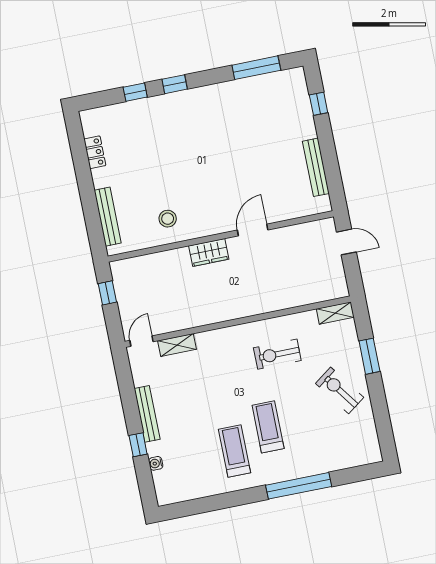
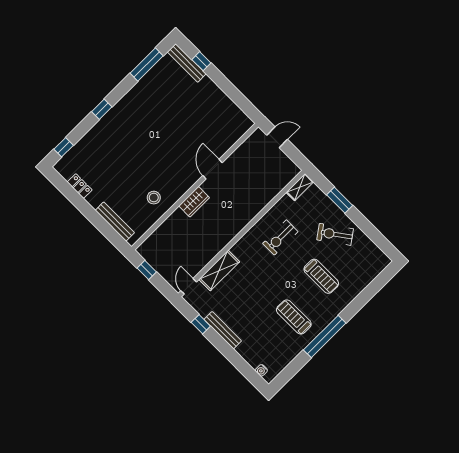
window: (135, 92) -> (64, 147), moved
bench: (316, 167) -> (187, 63), moved
shelving: (177, 345) -> (219, 271), width x1.50, depth x1.33
treadmill: (268, 427) -> (321, 276), moved, turned 180
window: (138, 445) -> (201, 324), moved
water cooler: (156, 463) -> (261, 370), moved
window: (299, 486) -> (325, 337), moved

